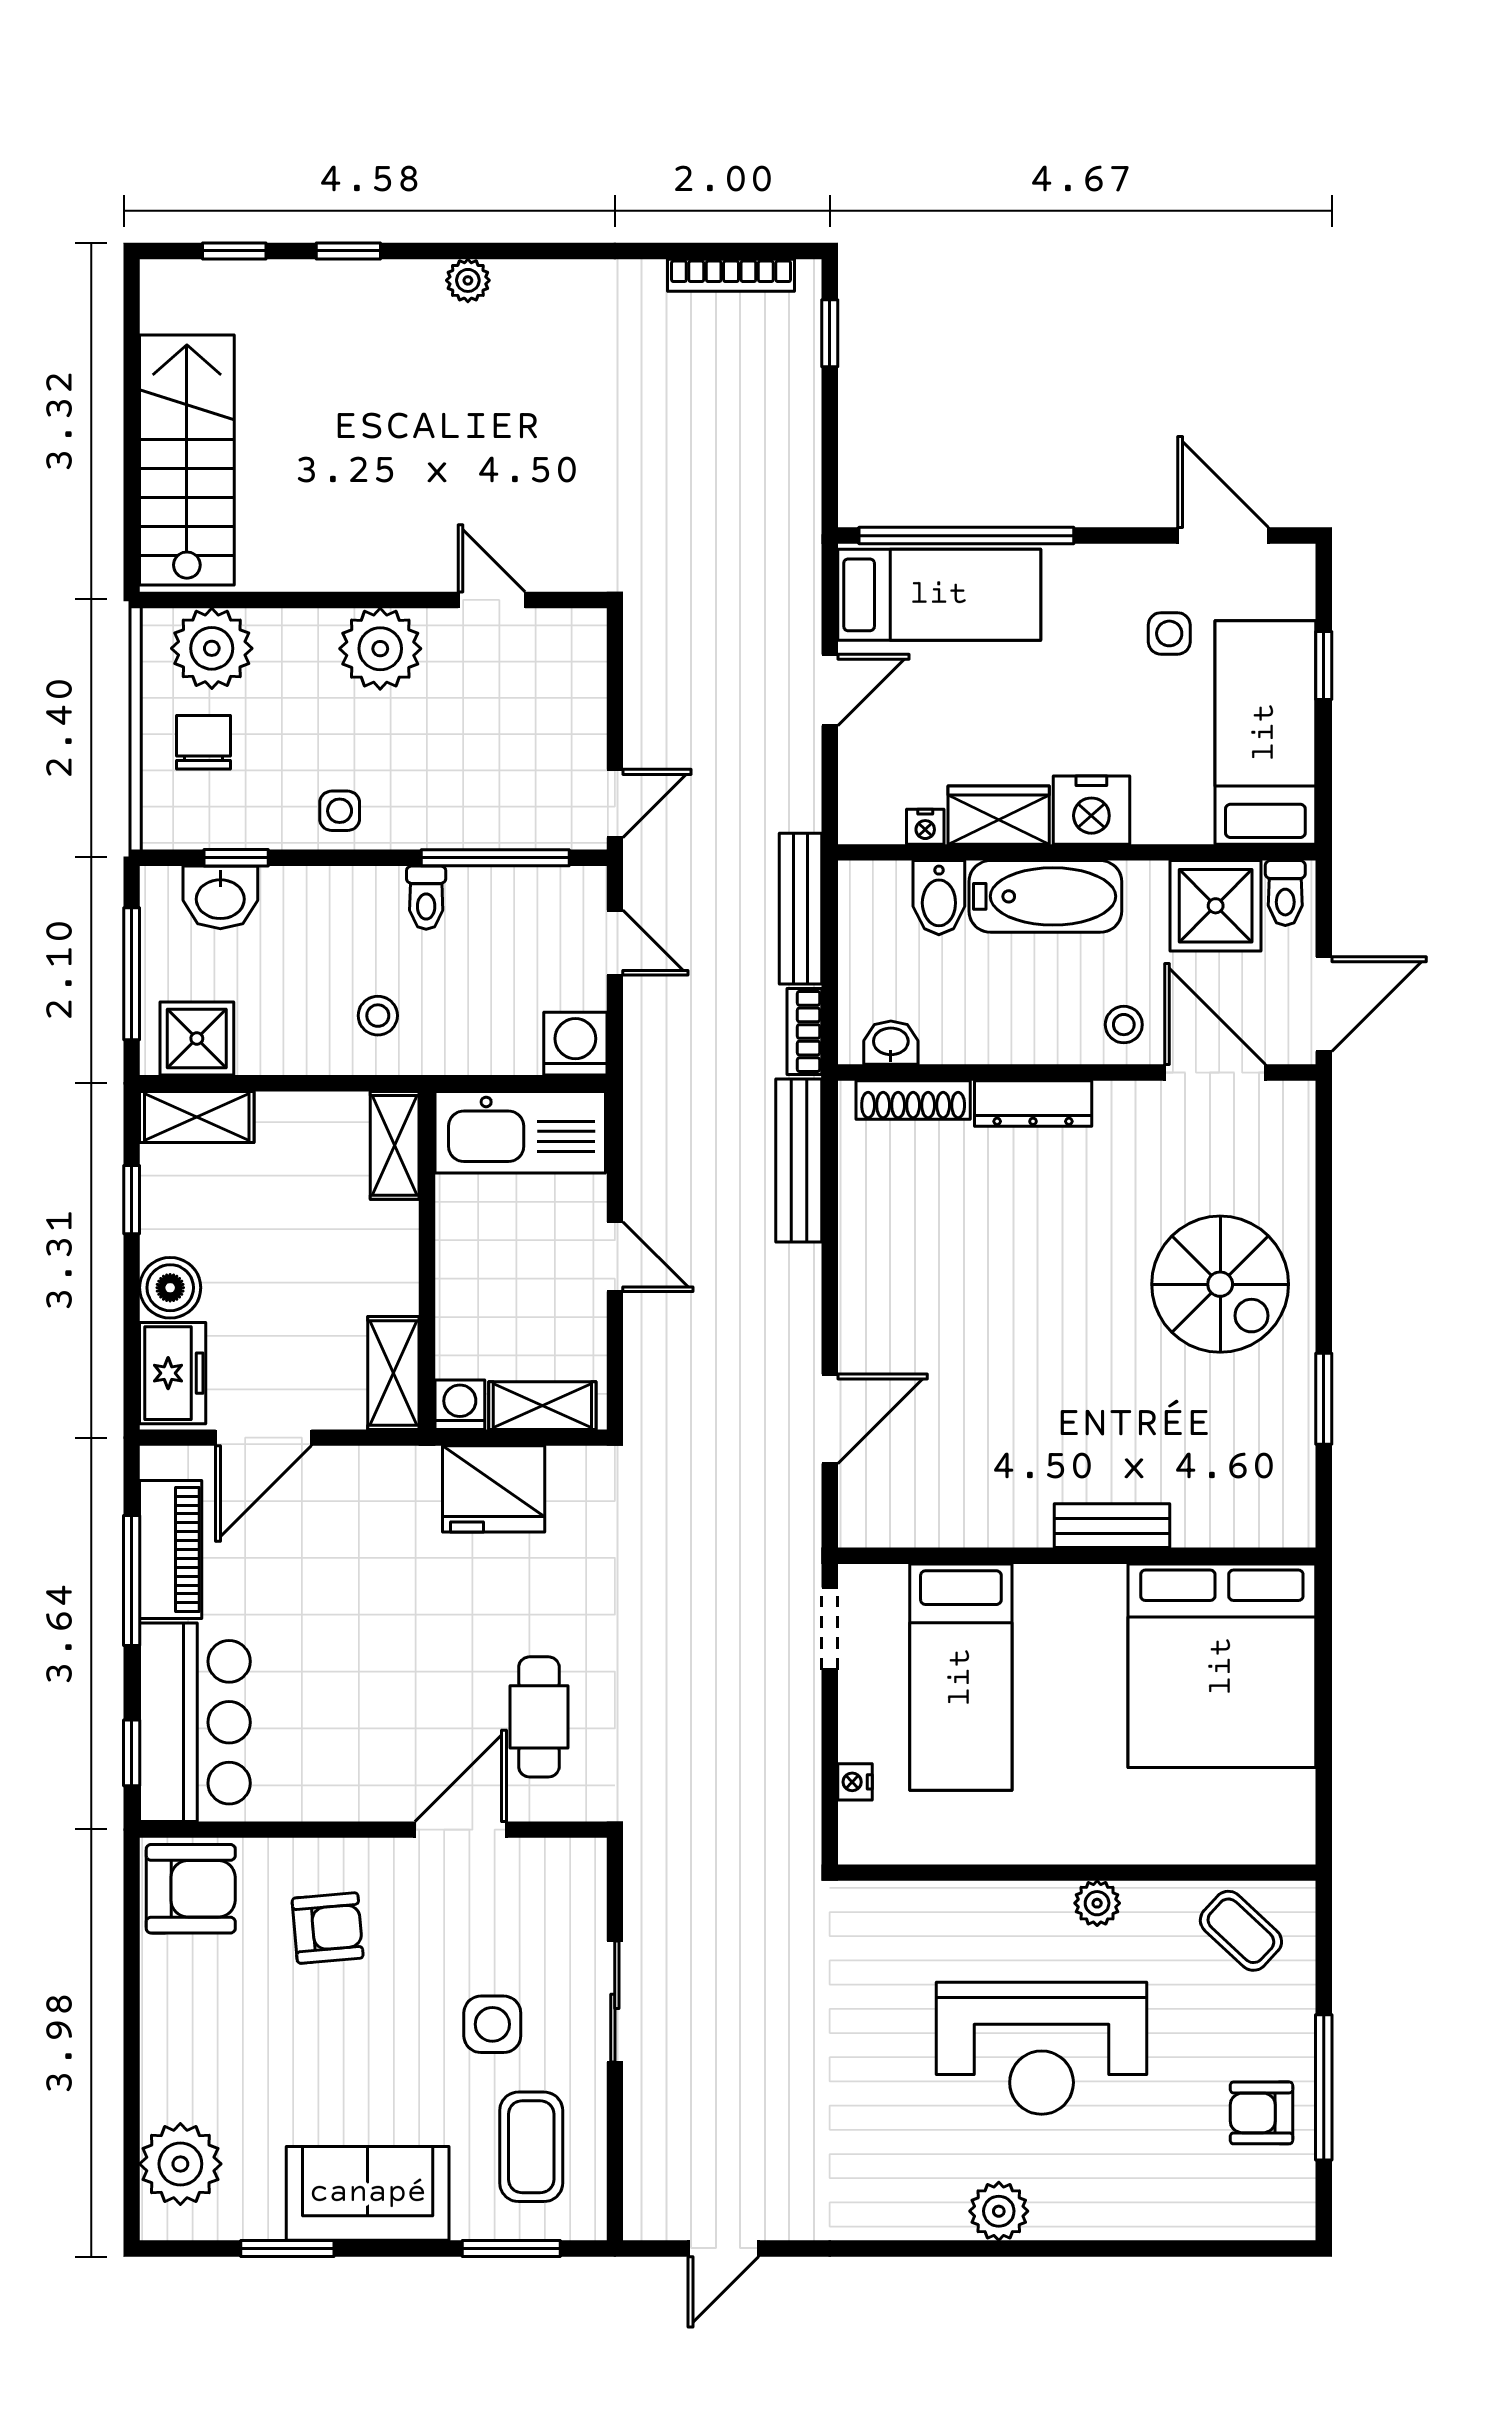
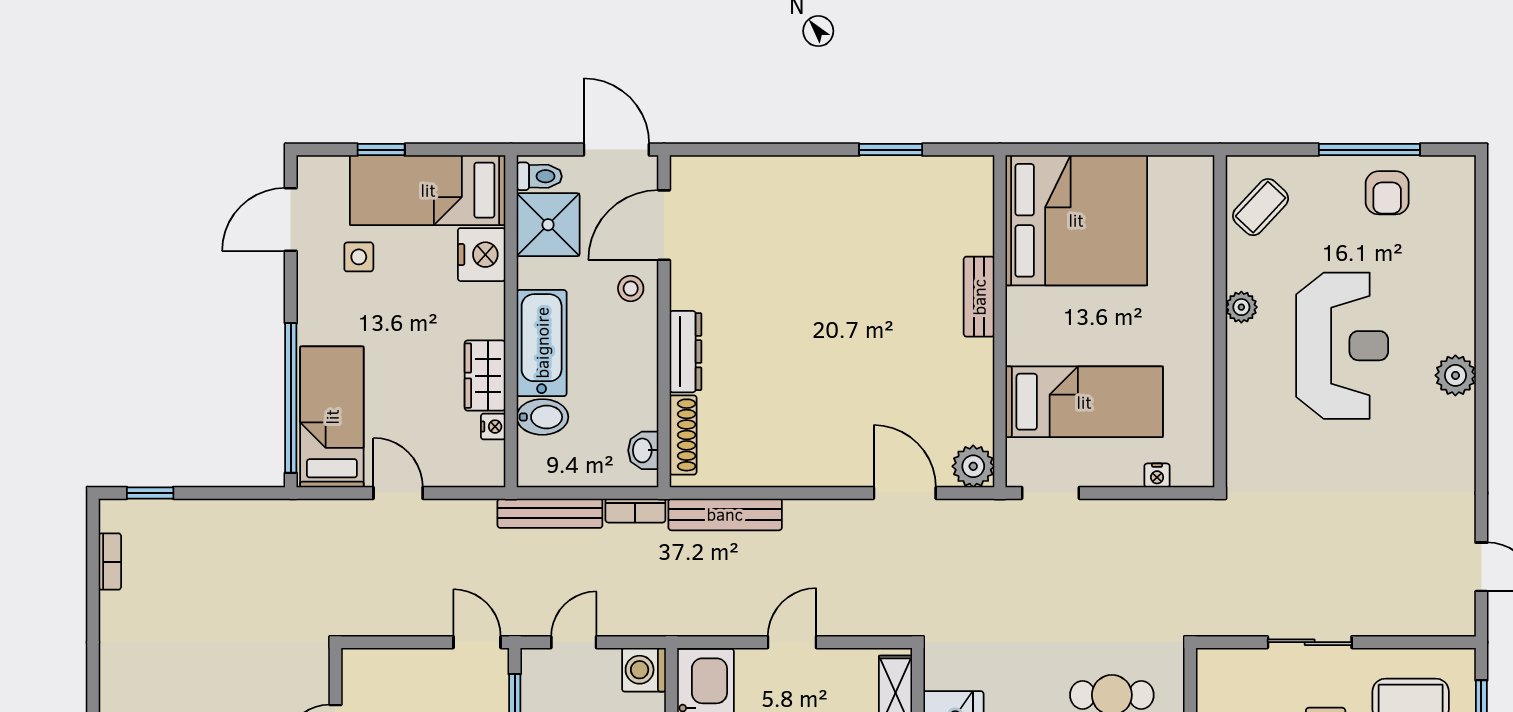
bookcase: (731, 275) -> (110, 562), width x0.64
nightstand: (1091, 810) -> (482, 255), moved
spiral stairs: (1220, 1284) -> (811, 222), removed
plant: (868, 1517) -> (973, 466), added

